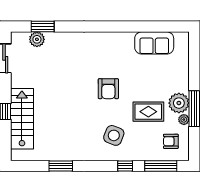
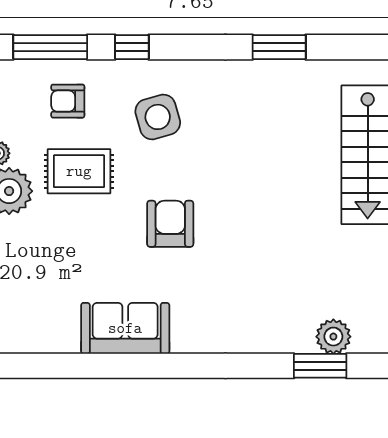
sofa: (154, 43) -> (125, 328), moved
side table: (114, 135) -> (158, 117), turned -38
armchair: (171, 141) -> (68, 101), moved, turned 180

